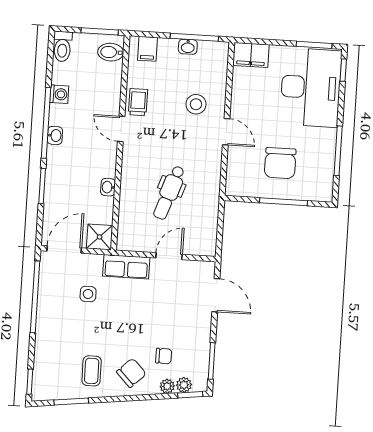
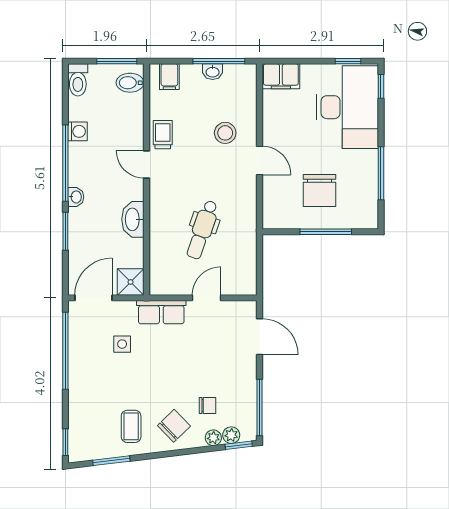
window: (314, 45) -> (348, 61), width x0.67
washbasin: (55, 135) -> (76, 197), moved
washbasin: (108, 187) -> (133, 219), width x1.91, depth x1.45
window: (212, 361) -> (259, 408), width x1.44

